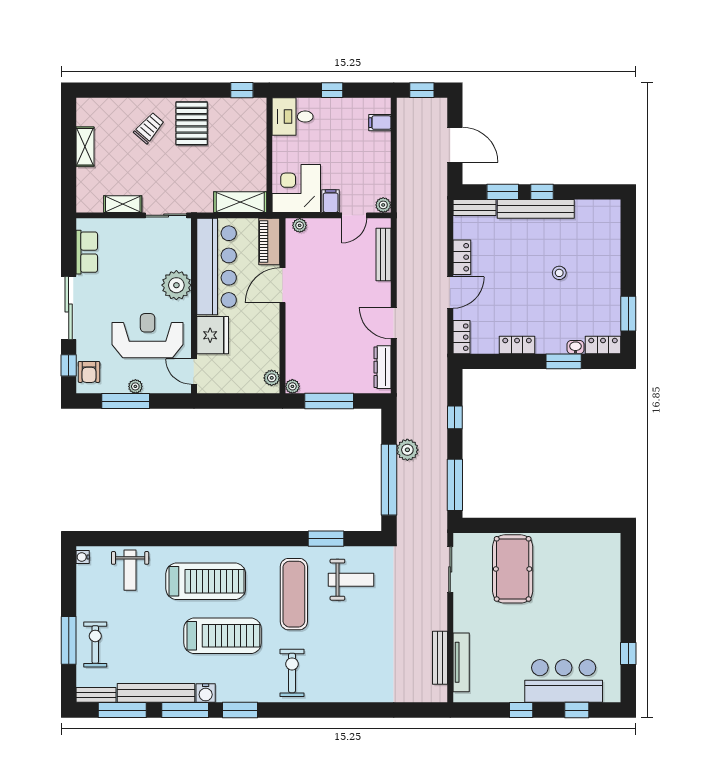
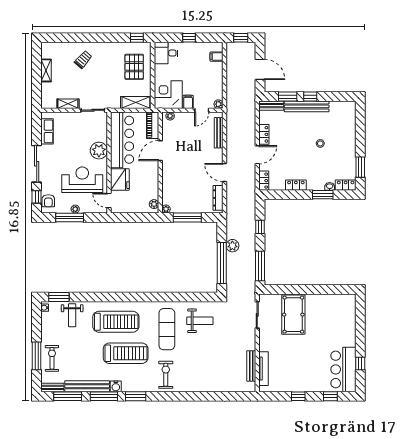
pallet: (192, 123) -> (134, 67), moved
window: (326, 539) -> (59, 297), moved
bar counter: (564, 681) -> (343, 369), moved, turned -90

